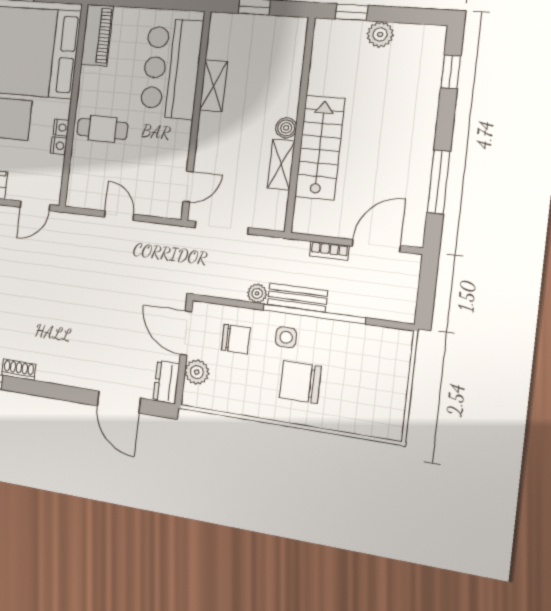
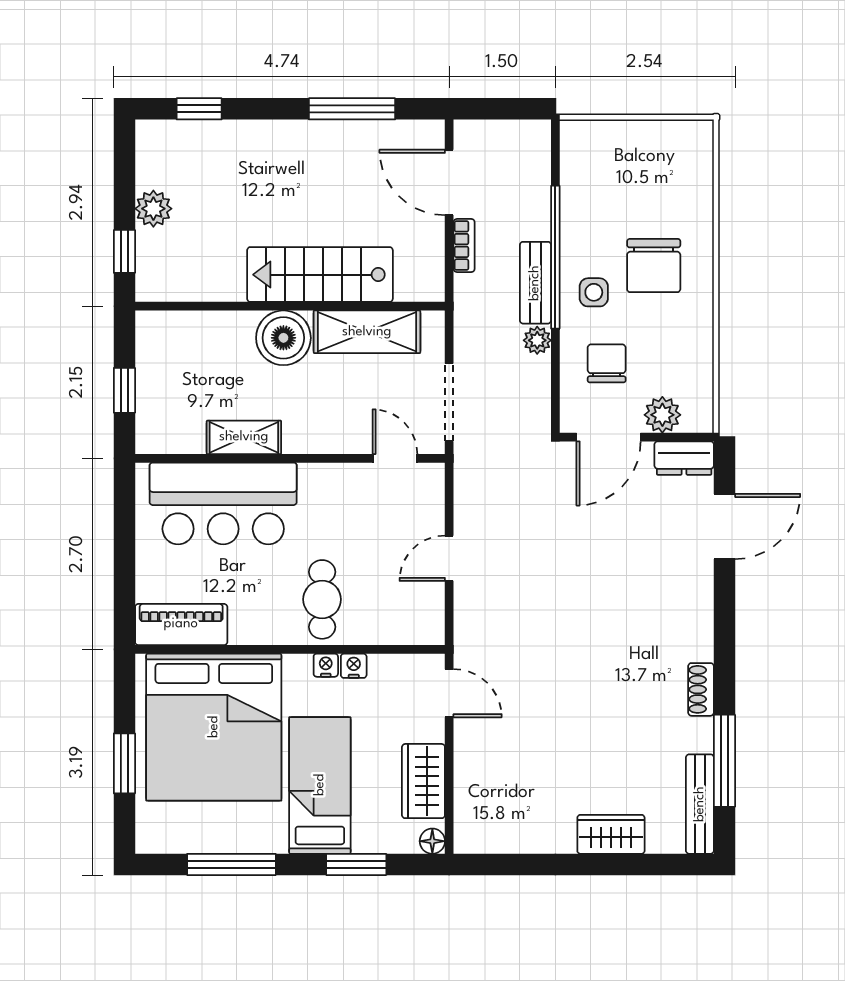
boiler: (286, 128) -> (283, 338), width x1.86, depth x1.86
shelving: (281, 164) -> (367, 332), width x1.50, depth x1.33

